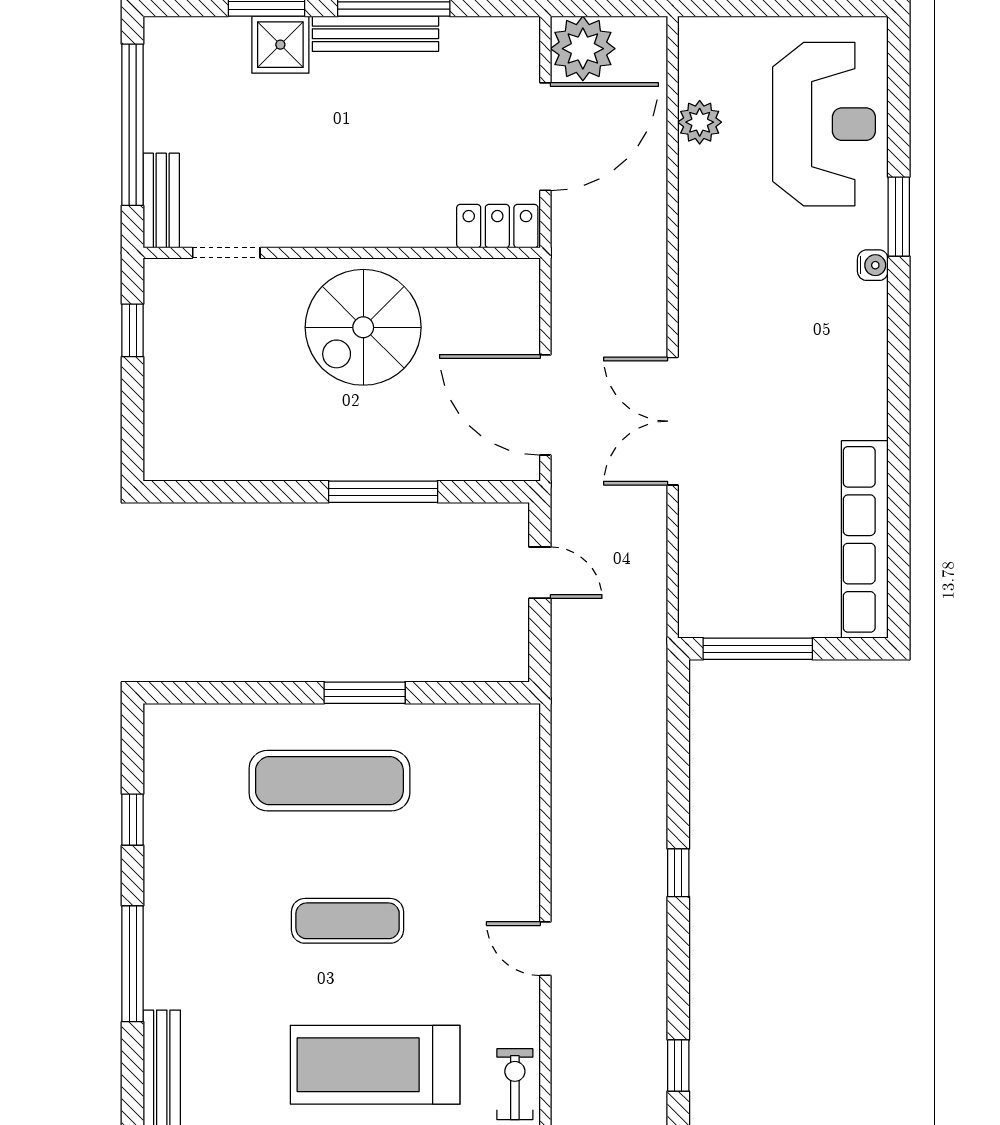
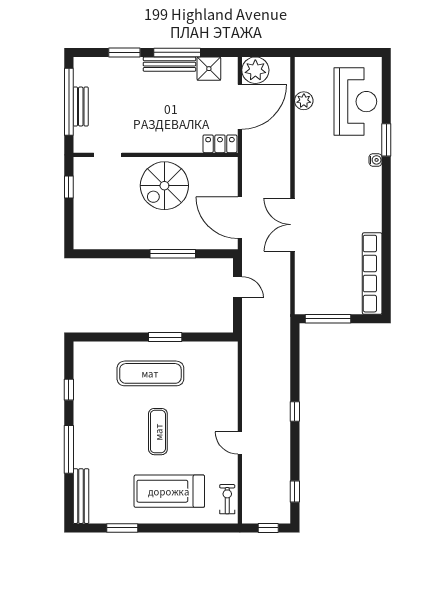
shower: (280, 45) -> (209, 69), moved
bench: (161, 200) -> (81, 107), moved
exercise mat: (348, 921) -> (158, 432), turned 90

